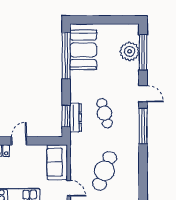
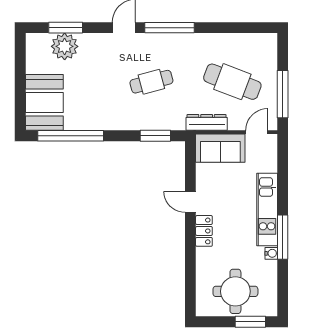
booth: (83, 50) -> (44, 102), moved, turned 90
window: (143, 52) -> (66, 28), width x0.69
dresser: (76, 118) -> (207, 122), moved

